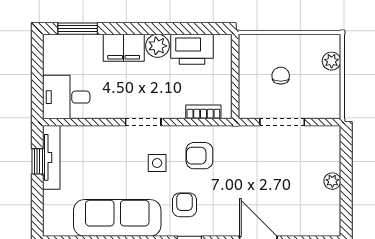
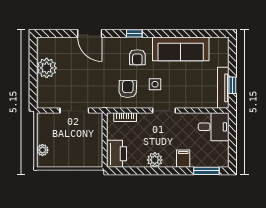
filing cabinet: (124, 48) -> (183, 159), width x0.50
printer: (192, 49) -> (117, 154), moved, turned 90
chair: (281, 76) -> (75, 141), removed
armchair: (199, 156) -> (128, 89), turned -88
plant: (332, 181) -> (47, 68), width x1.88, depth x1.88

